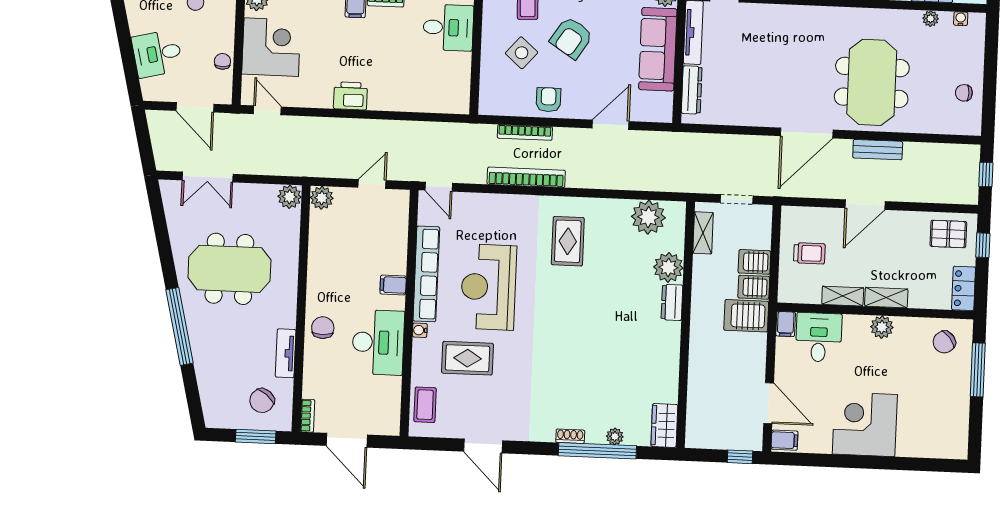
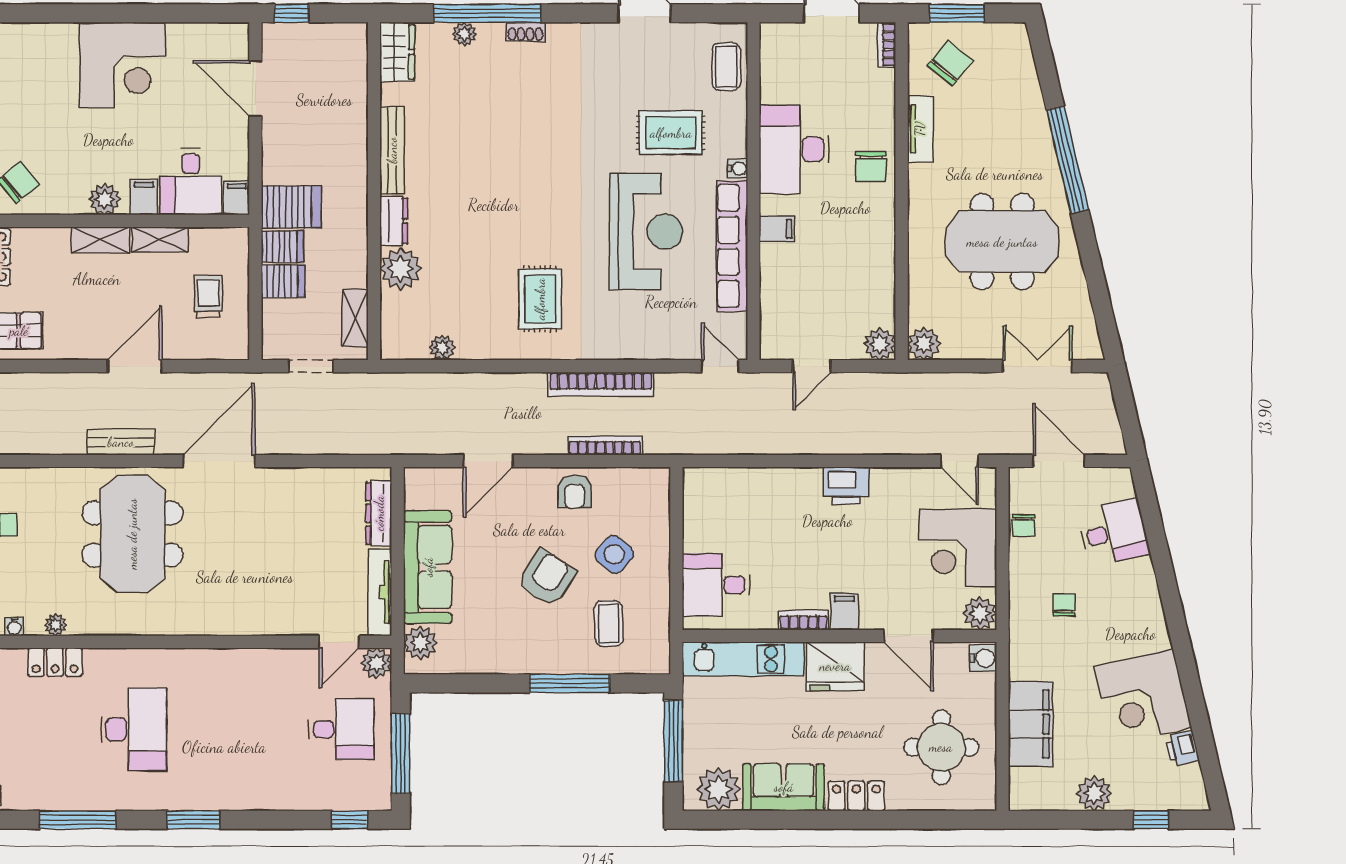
plant: (648, 217) -> (442, 348), width x0.53, depth x0.53
trolley: (809, 253) -> (208, 296), turned 90
bench: (671, 354) -> (392, 150), added
filing cabinet: (784, 440) -> (144, 197), moved, turned 90

